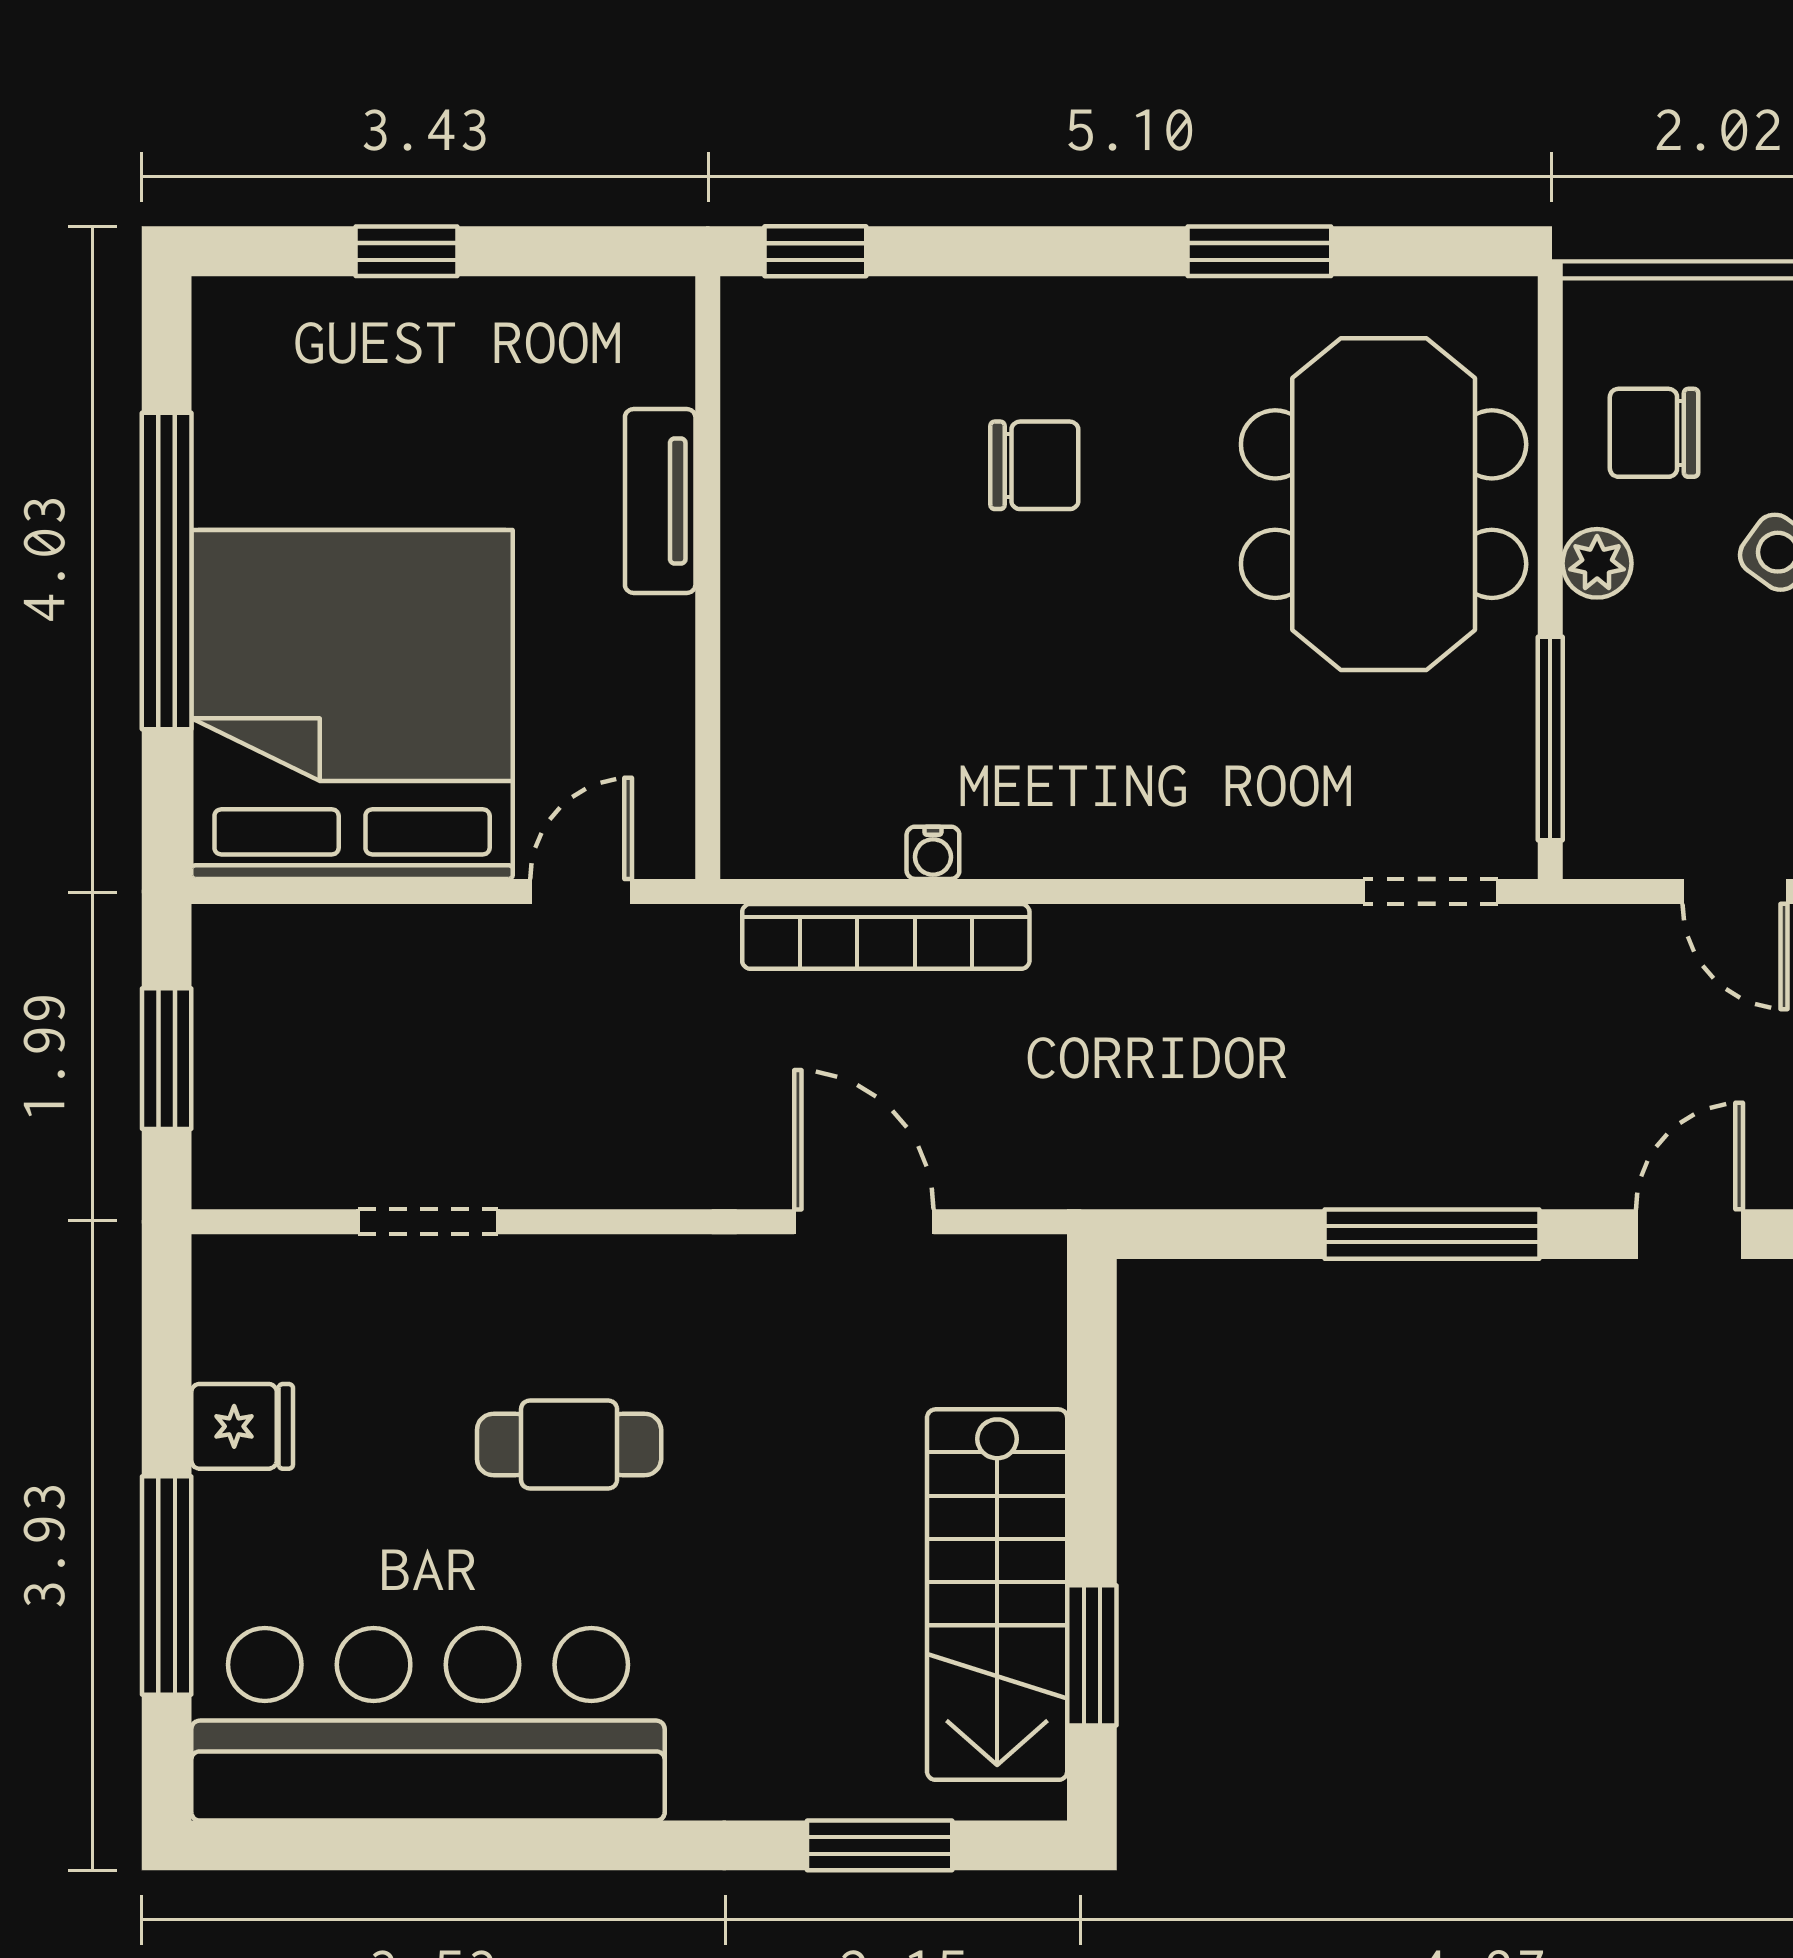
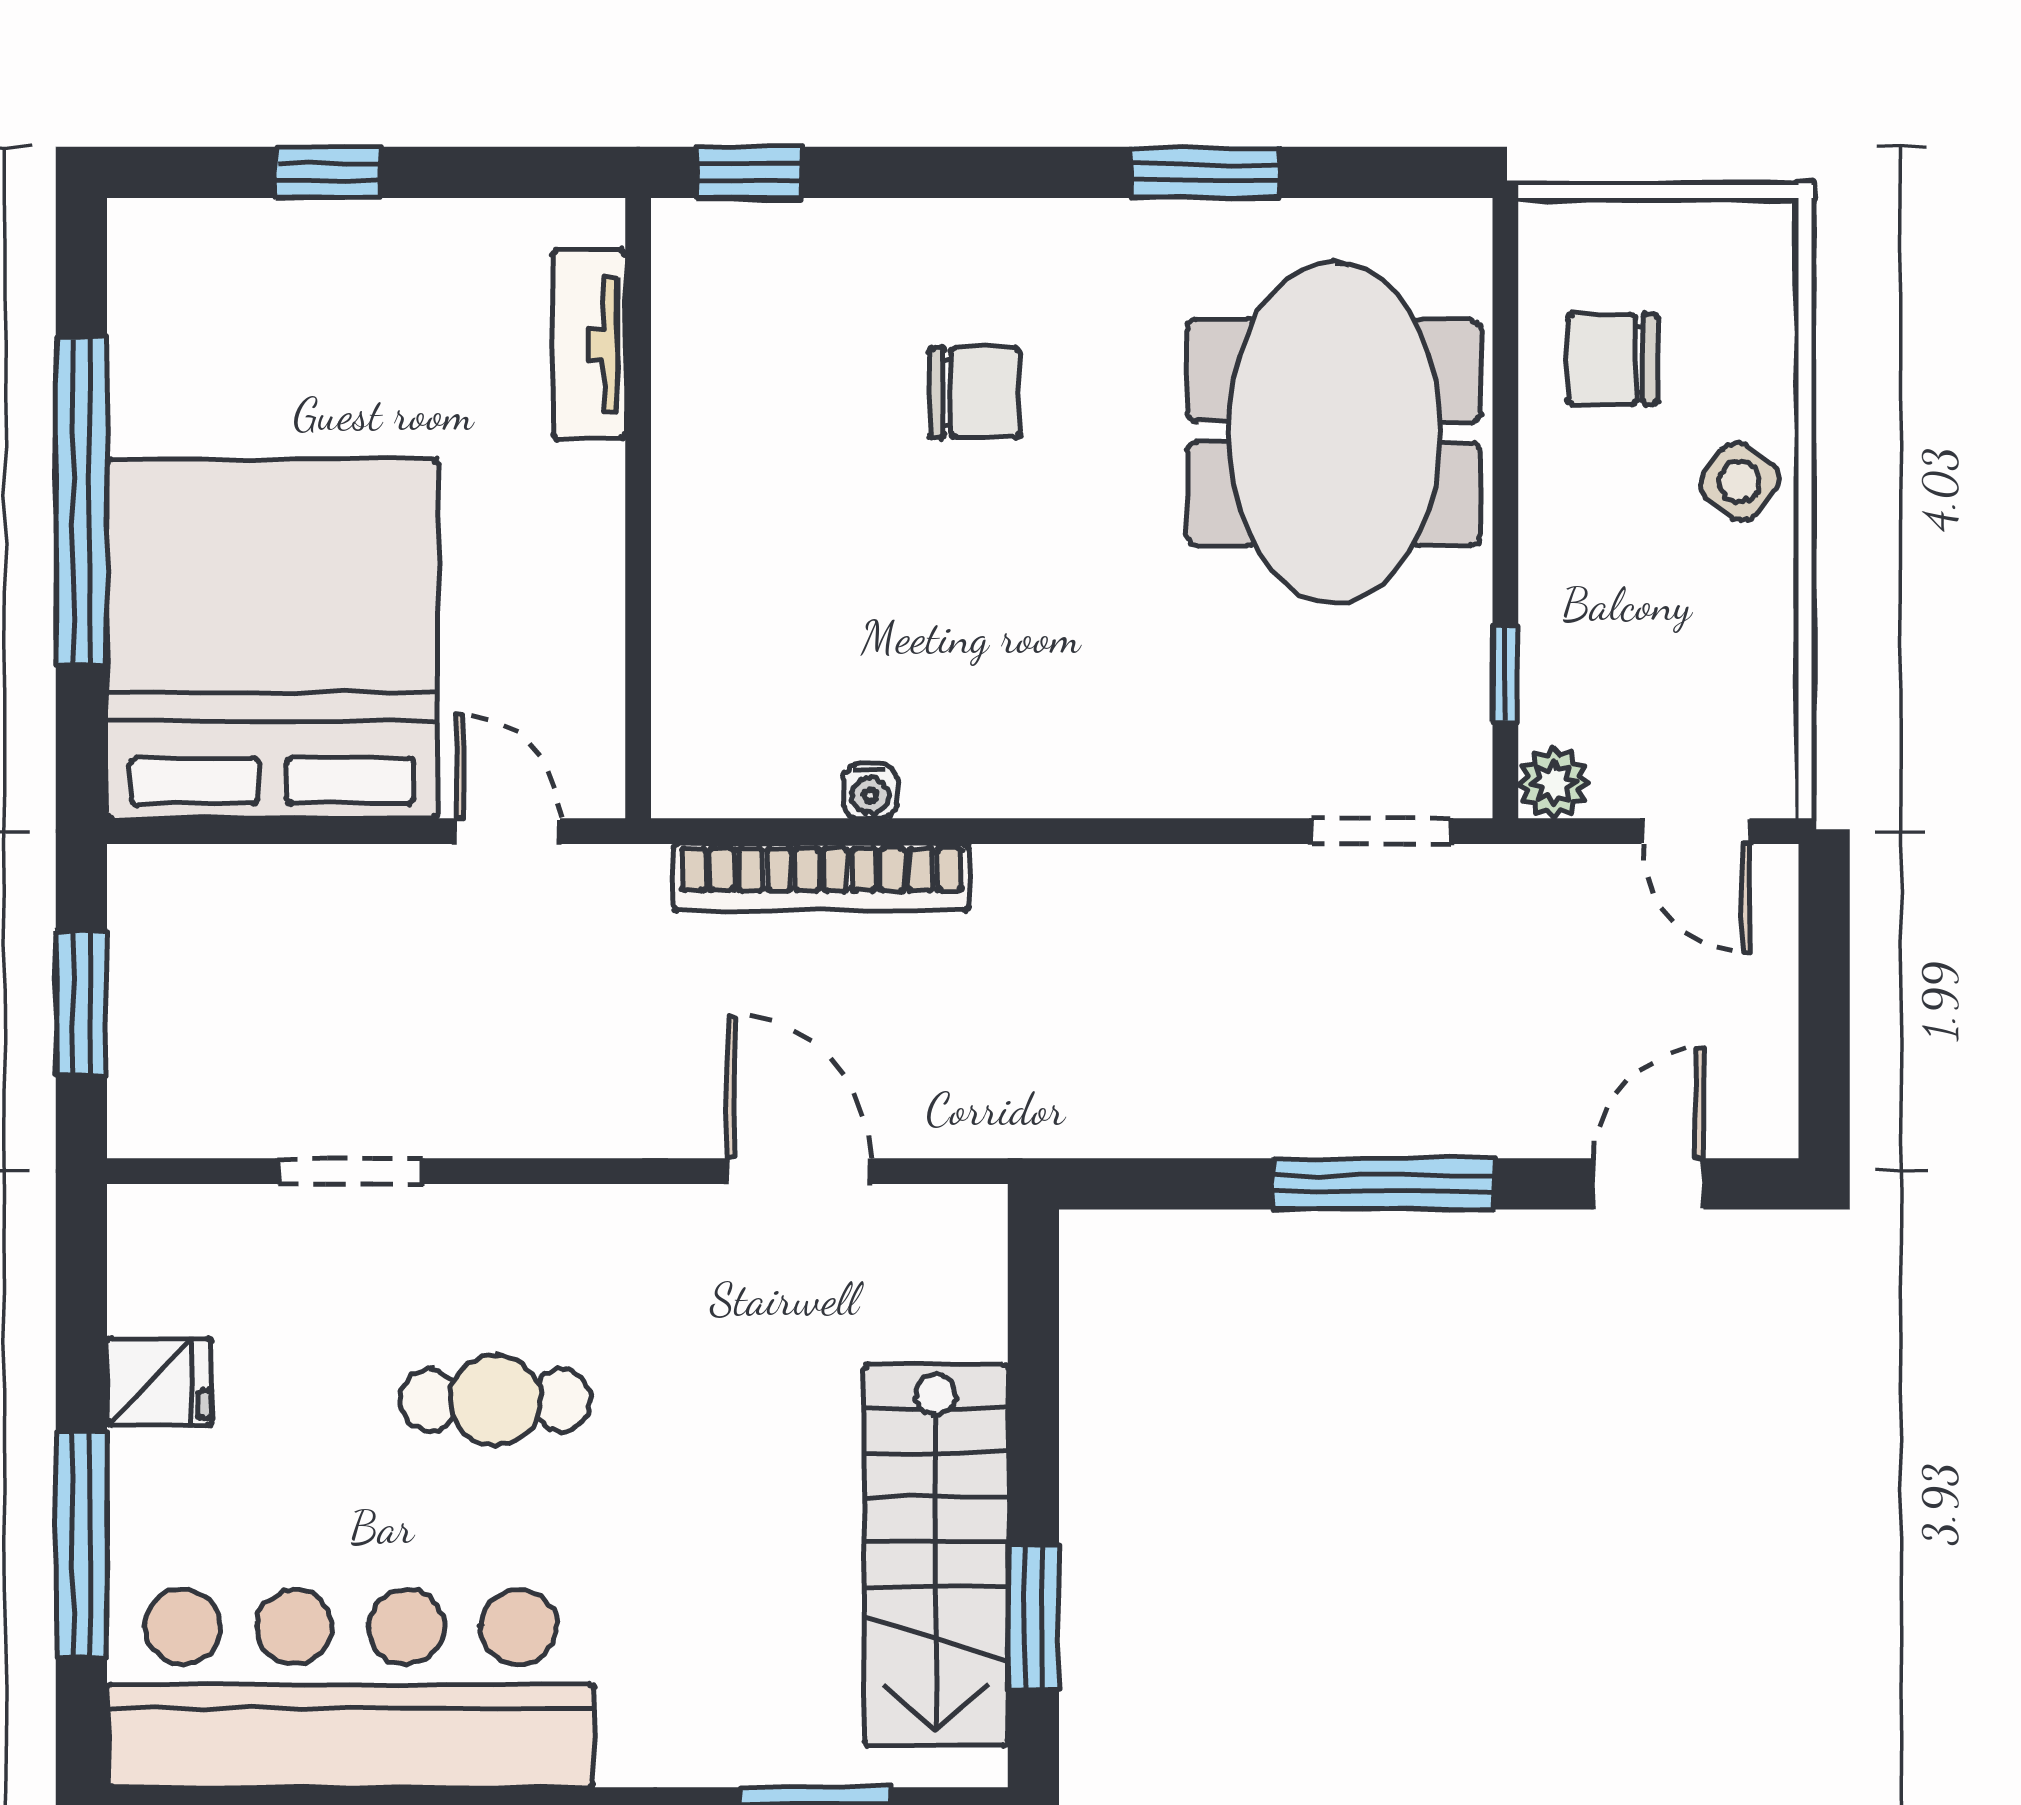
tv unit: (660, 501) -> (589, 345), moved
plant: (1597, 563) -> (1553, 783), moved
window: (1550, 738) -> (1505, 674), width x0.46
door: (581, 891) -> (508, 831), hinge flipped

